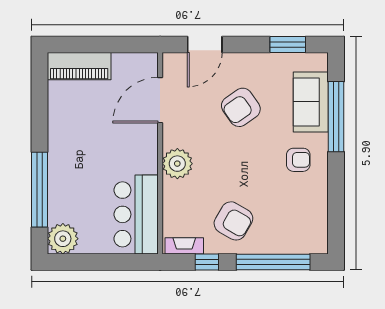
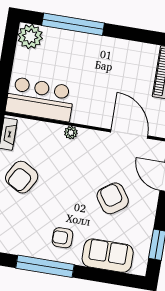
window: (336, 117) -> (45, 266), moved
armchair: (298, 160) -> (62, 238), turned 90
plant: (177, 164) -> (71, 133), width x0.53, depth x0.53

